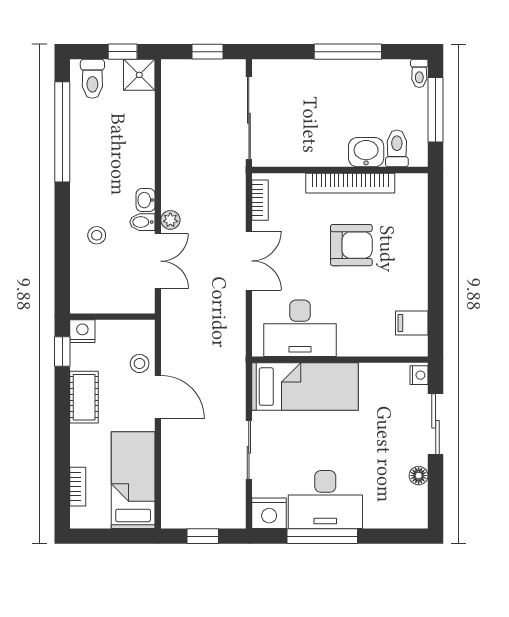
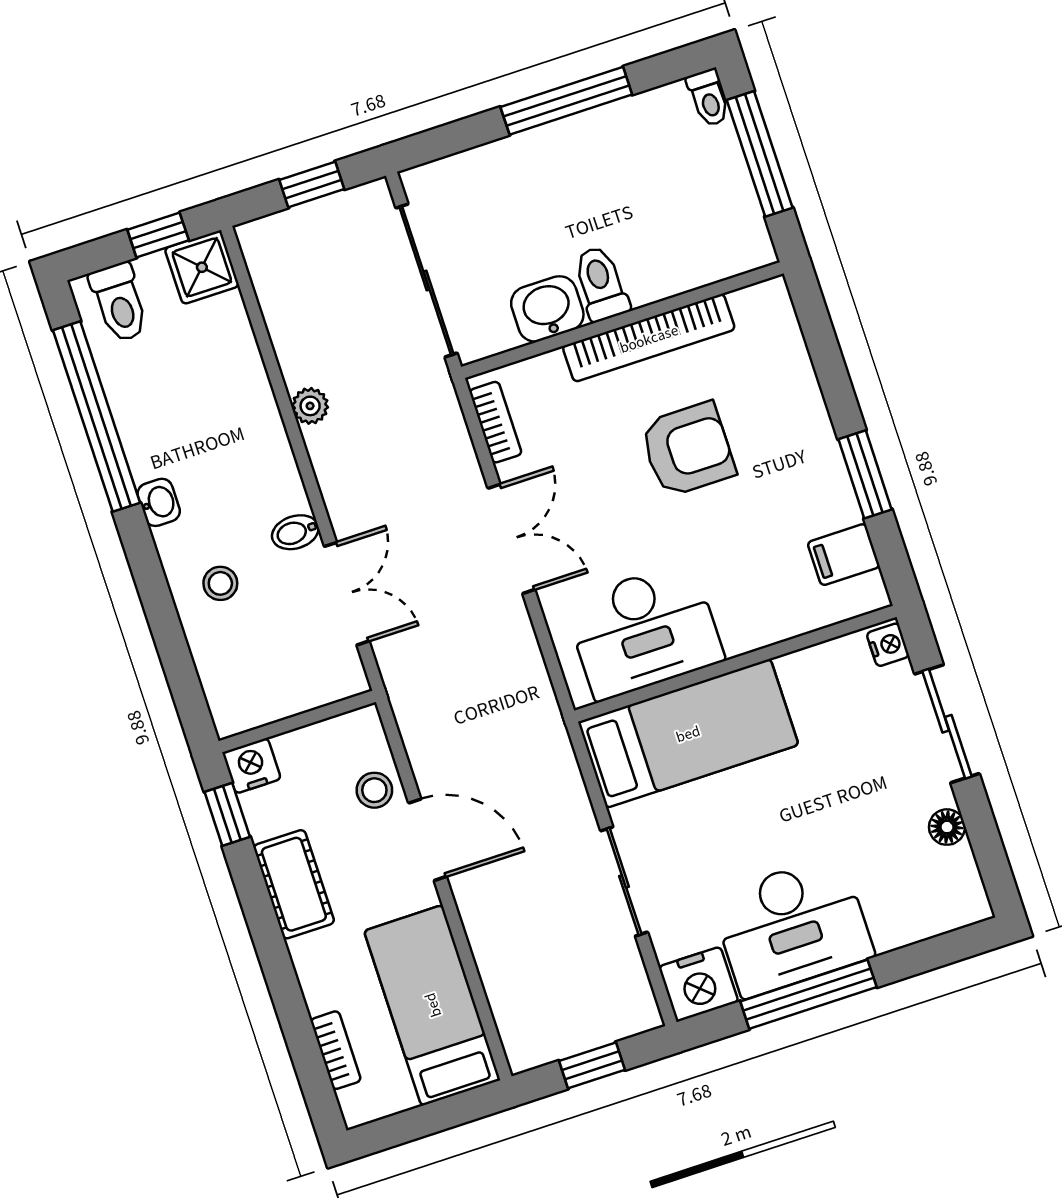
toilet: (397, 148) -> (601, 284), moved
washbasin: (366, 152) -> (547, 309), moved
washbasin: (146, 200) -> (159, 502), moved, turned 180
plant: (170, 220) -> (310, 406), moved
window: (436, 287) -> (865, 474), added

